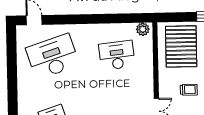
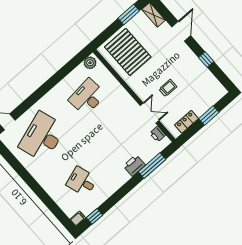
trolley: (189, 90) -> (168, 88), moved

